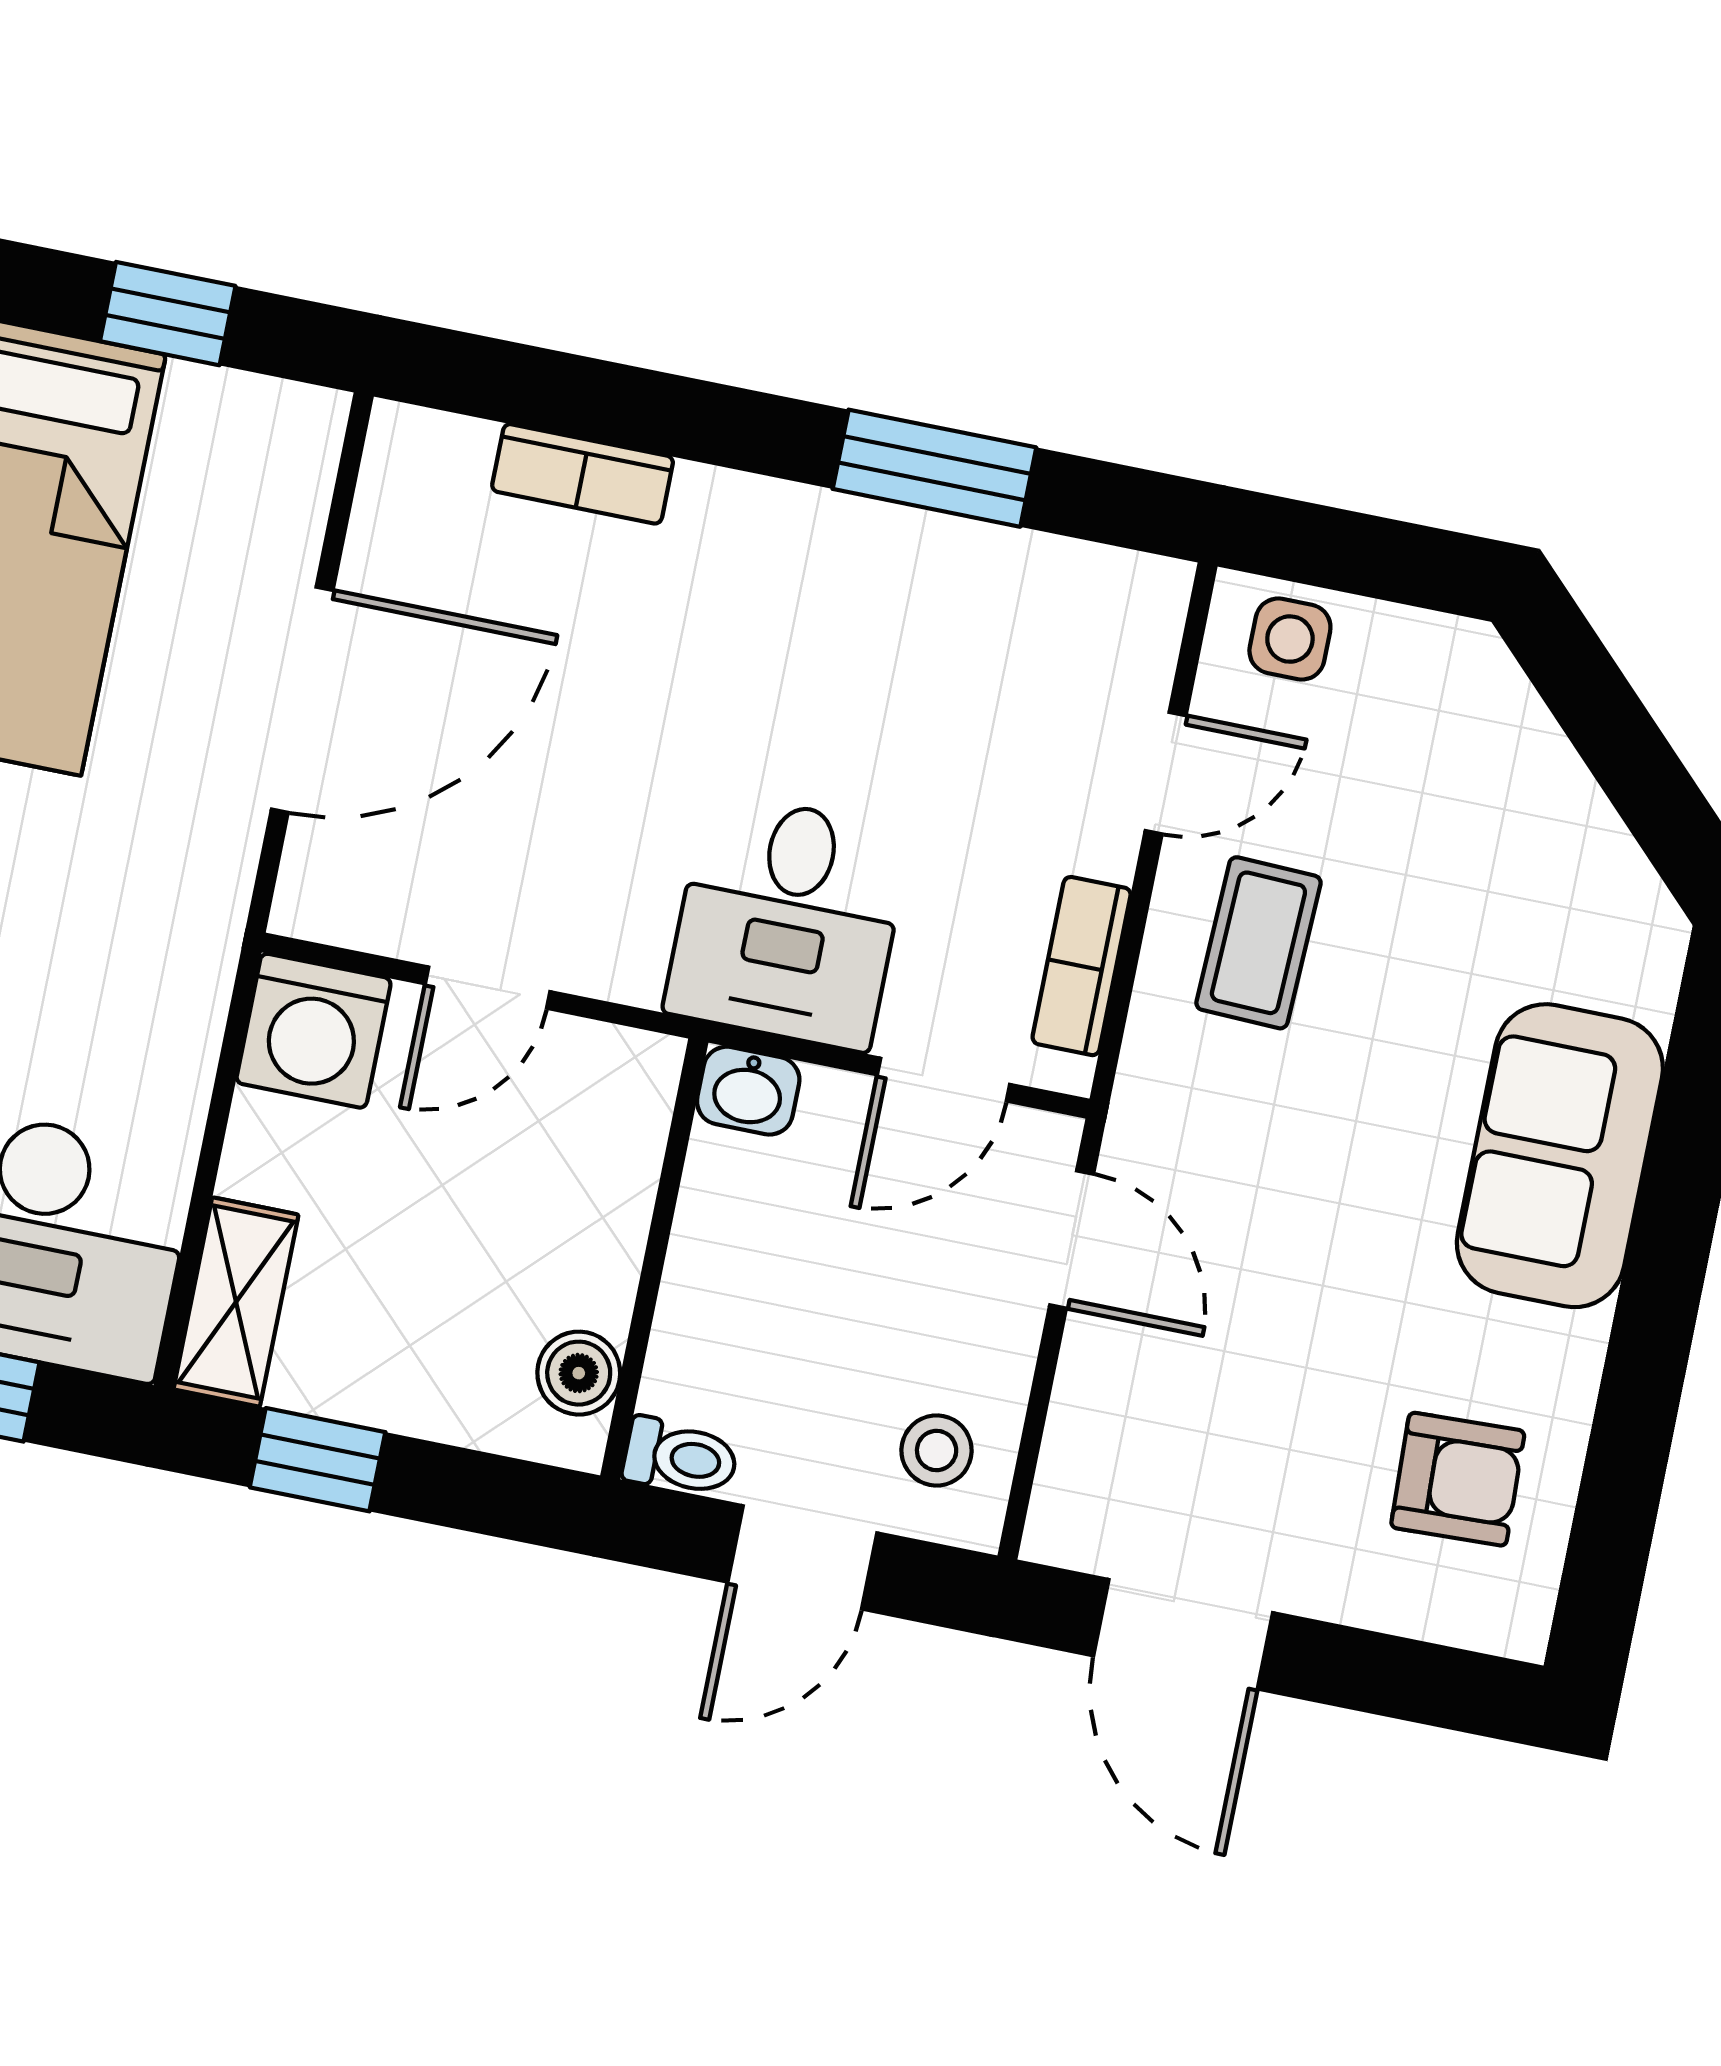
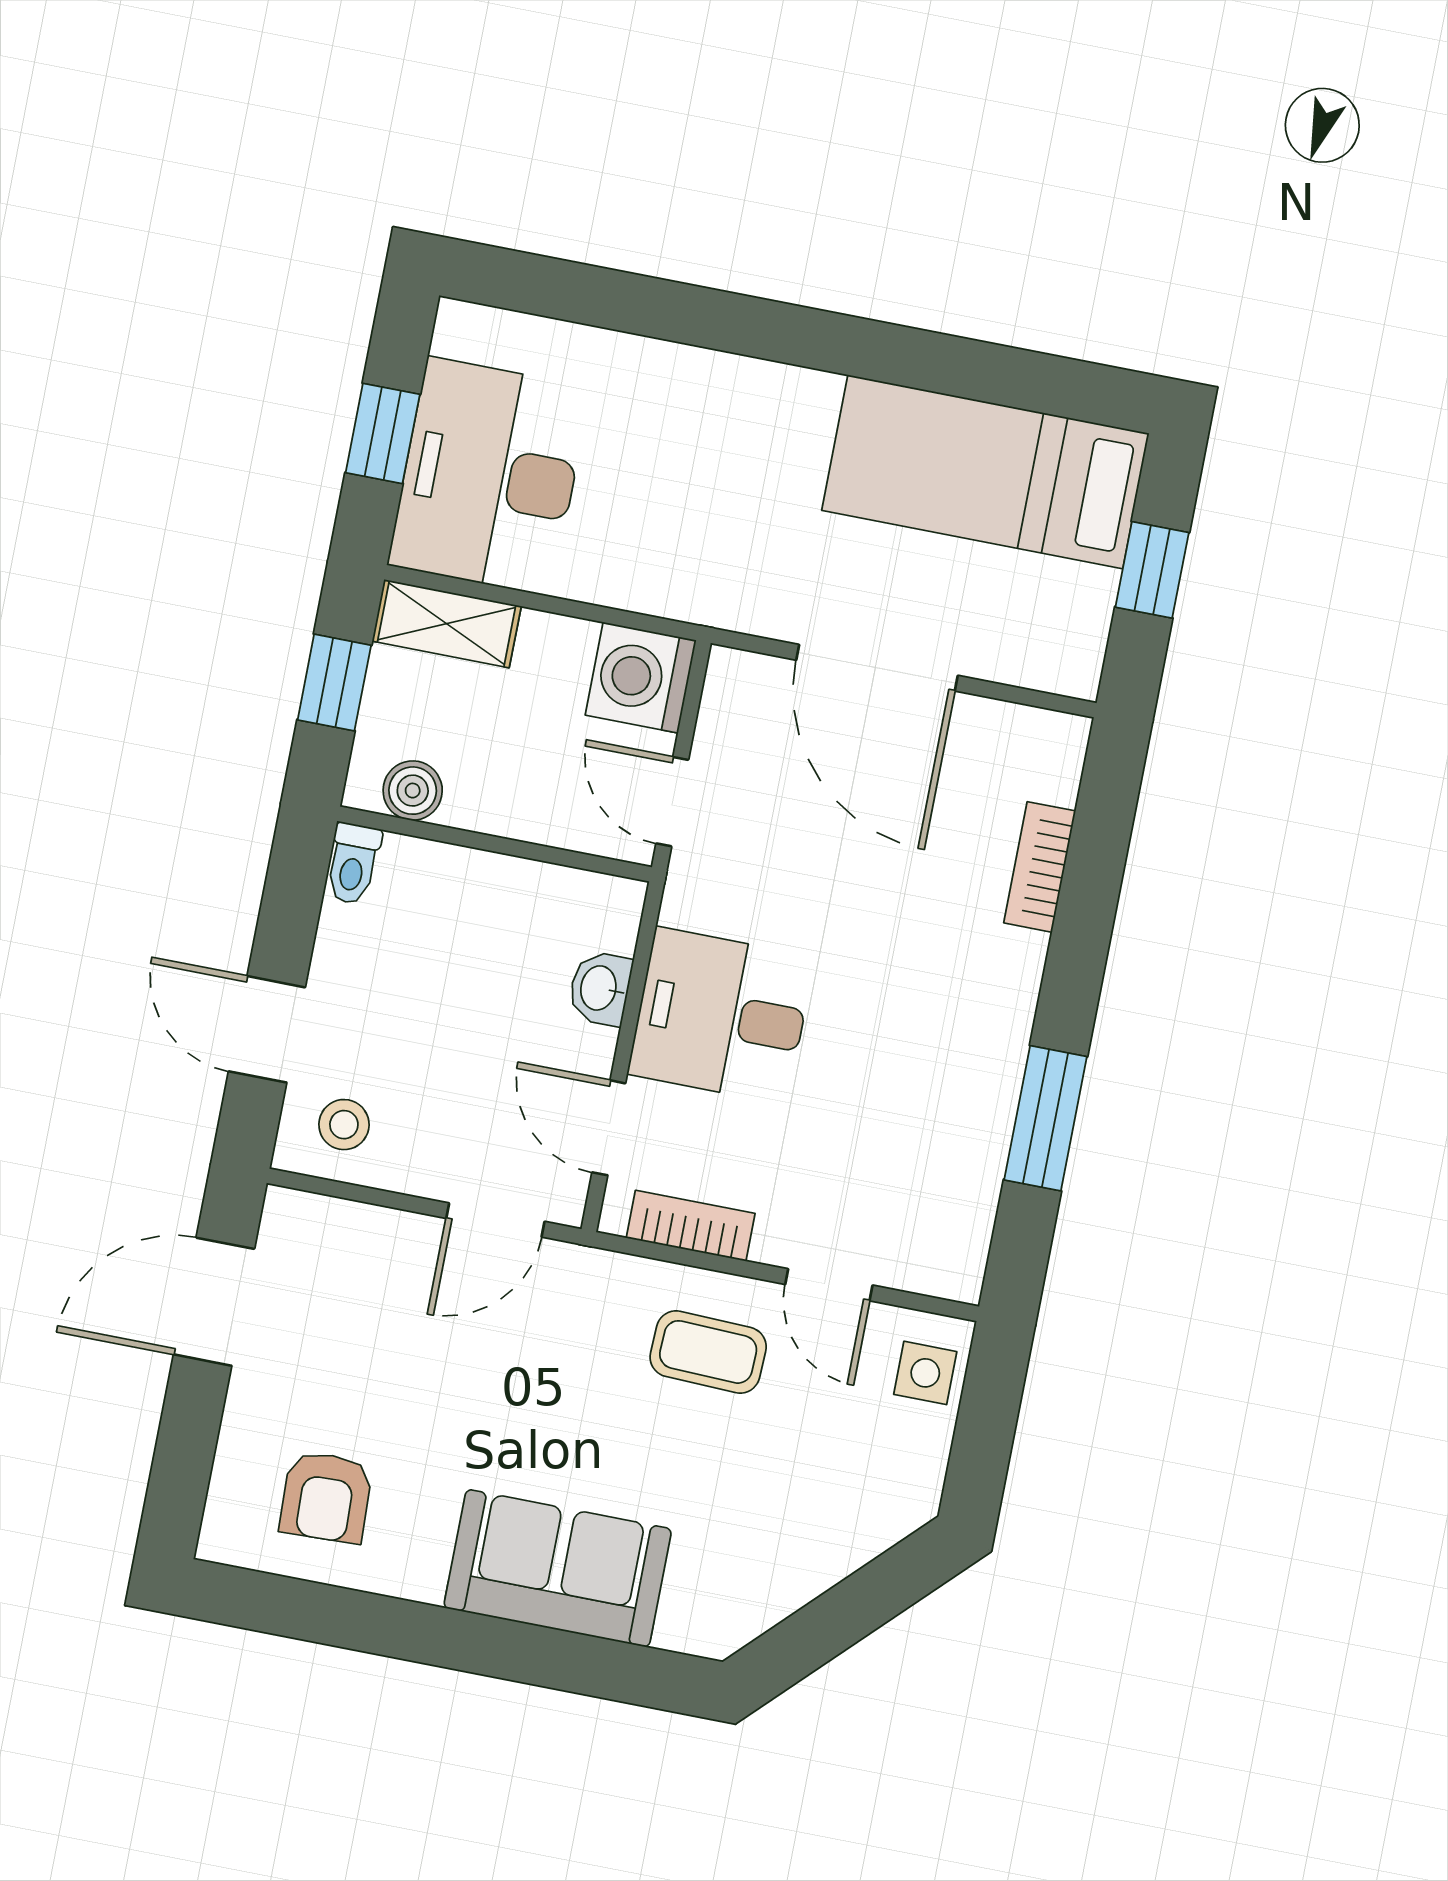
wall: (654, 1259) -> (495, 844), moved
boiler: (579, 1373) -> (413, 791), moved
toilet: (680, 1457) -> (353, 864), moved

